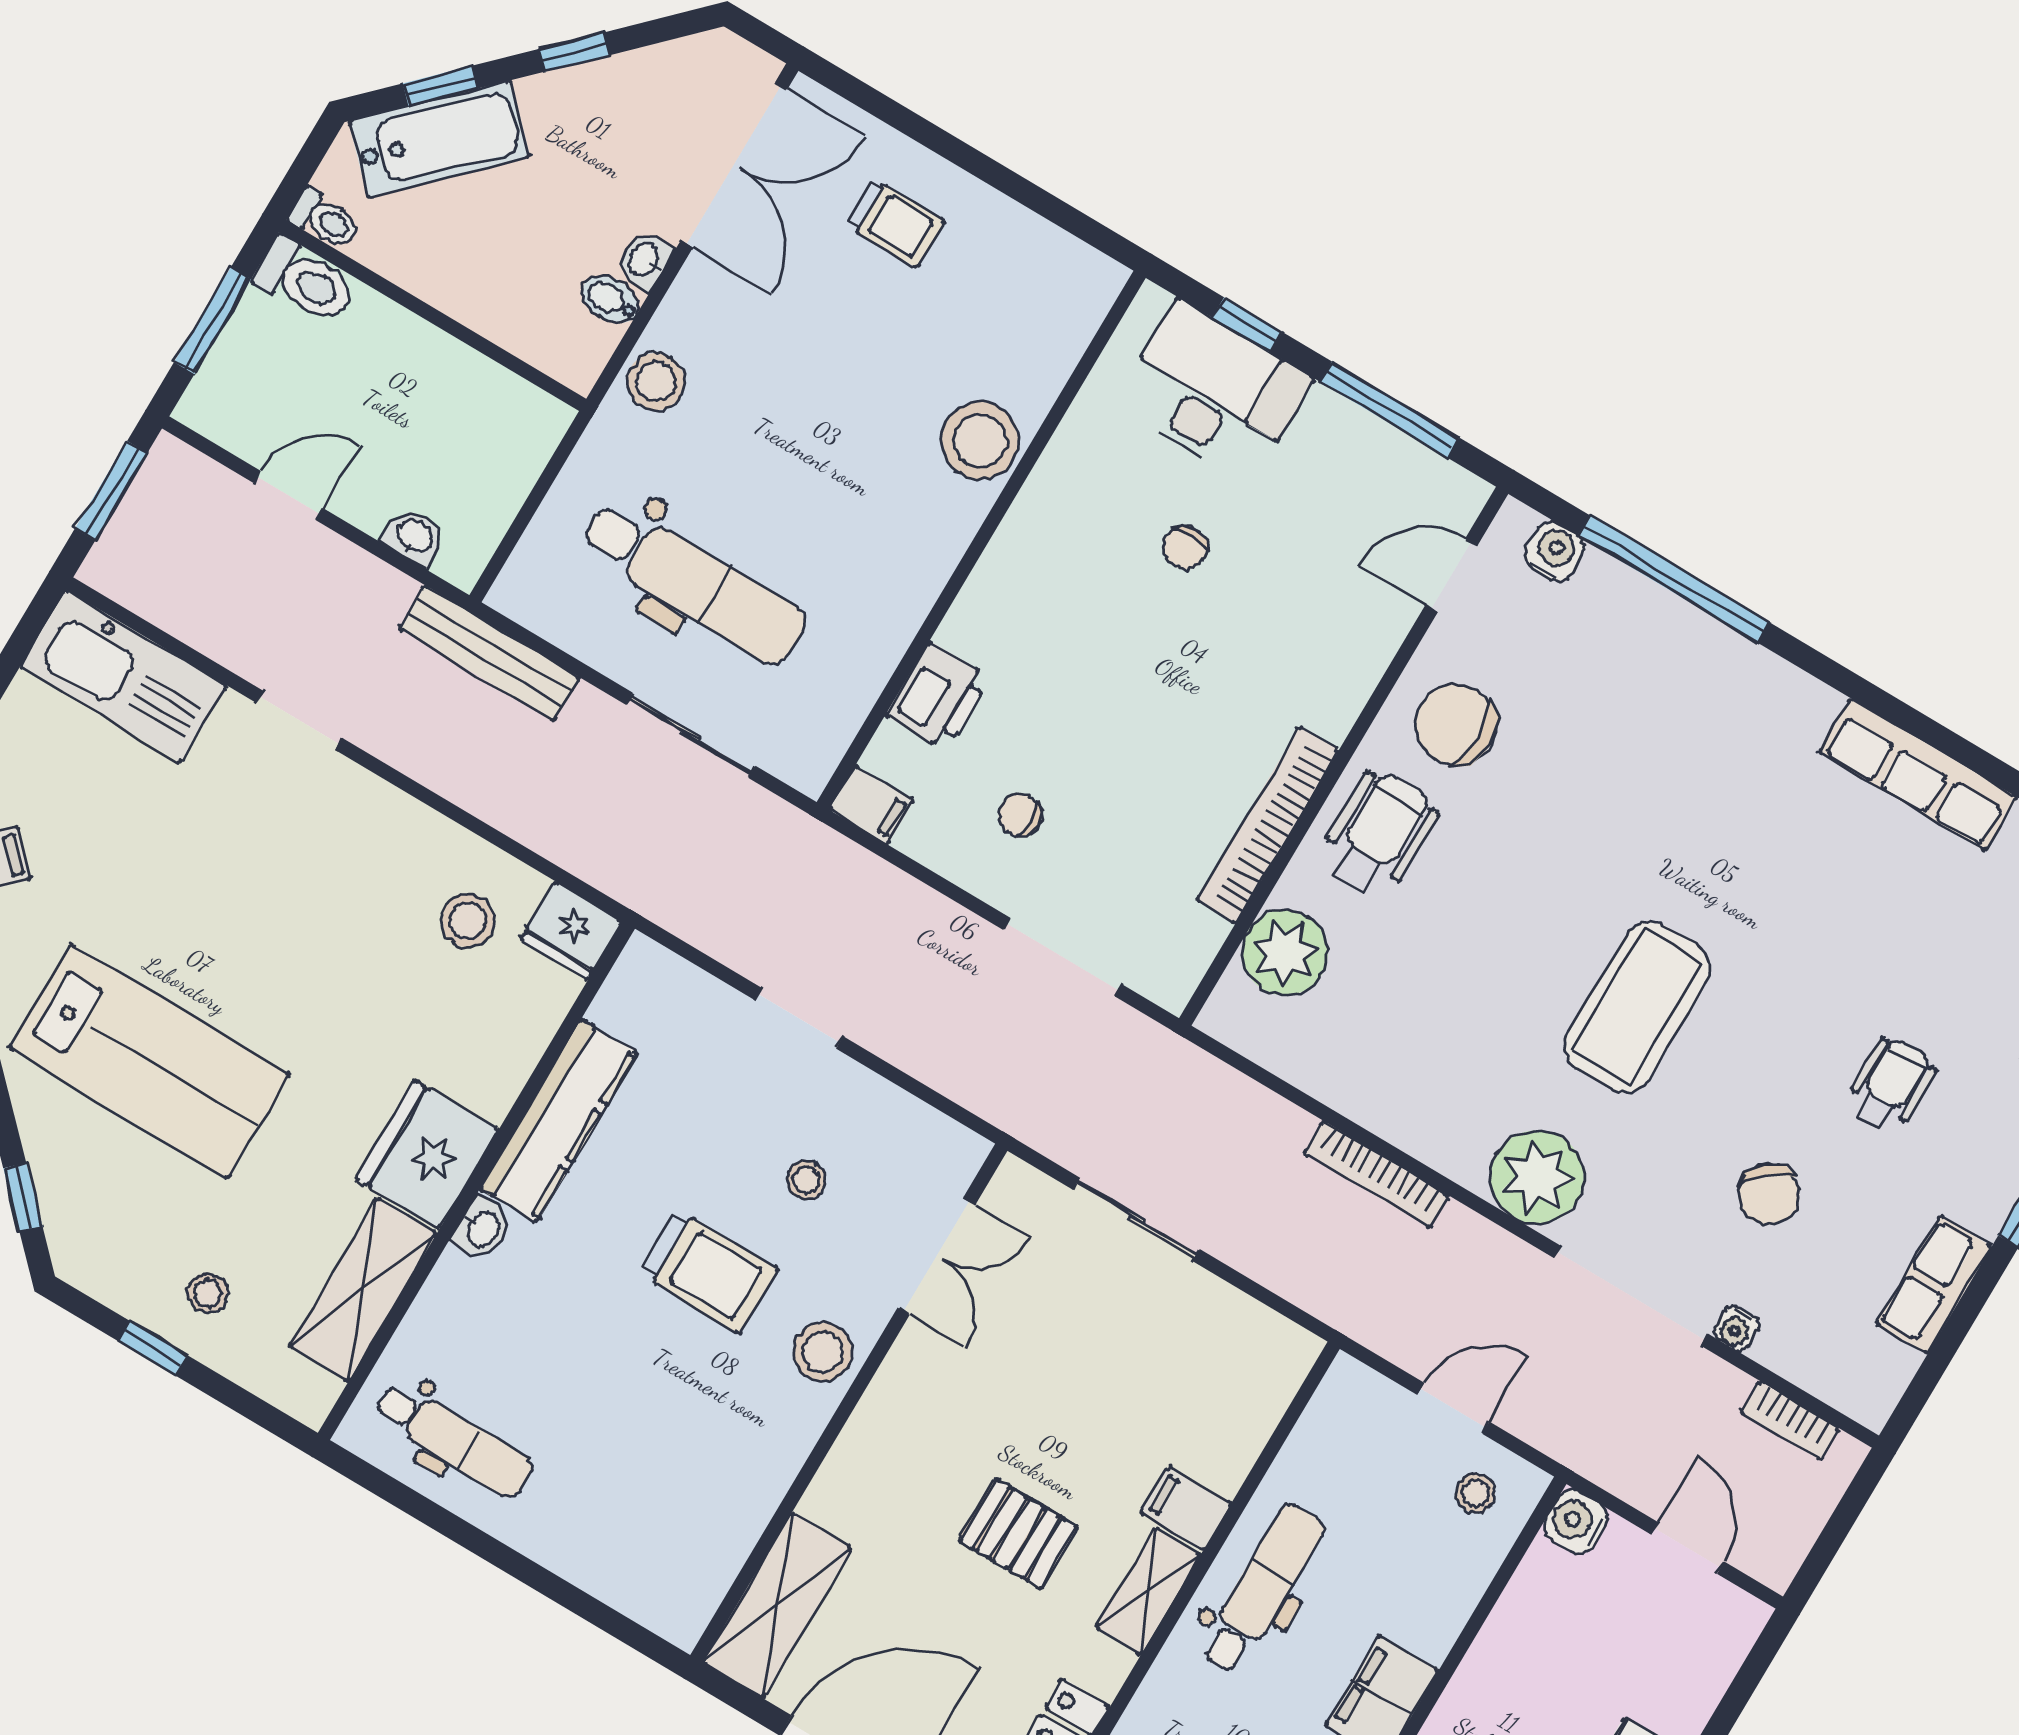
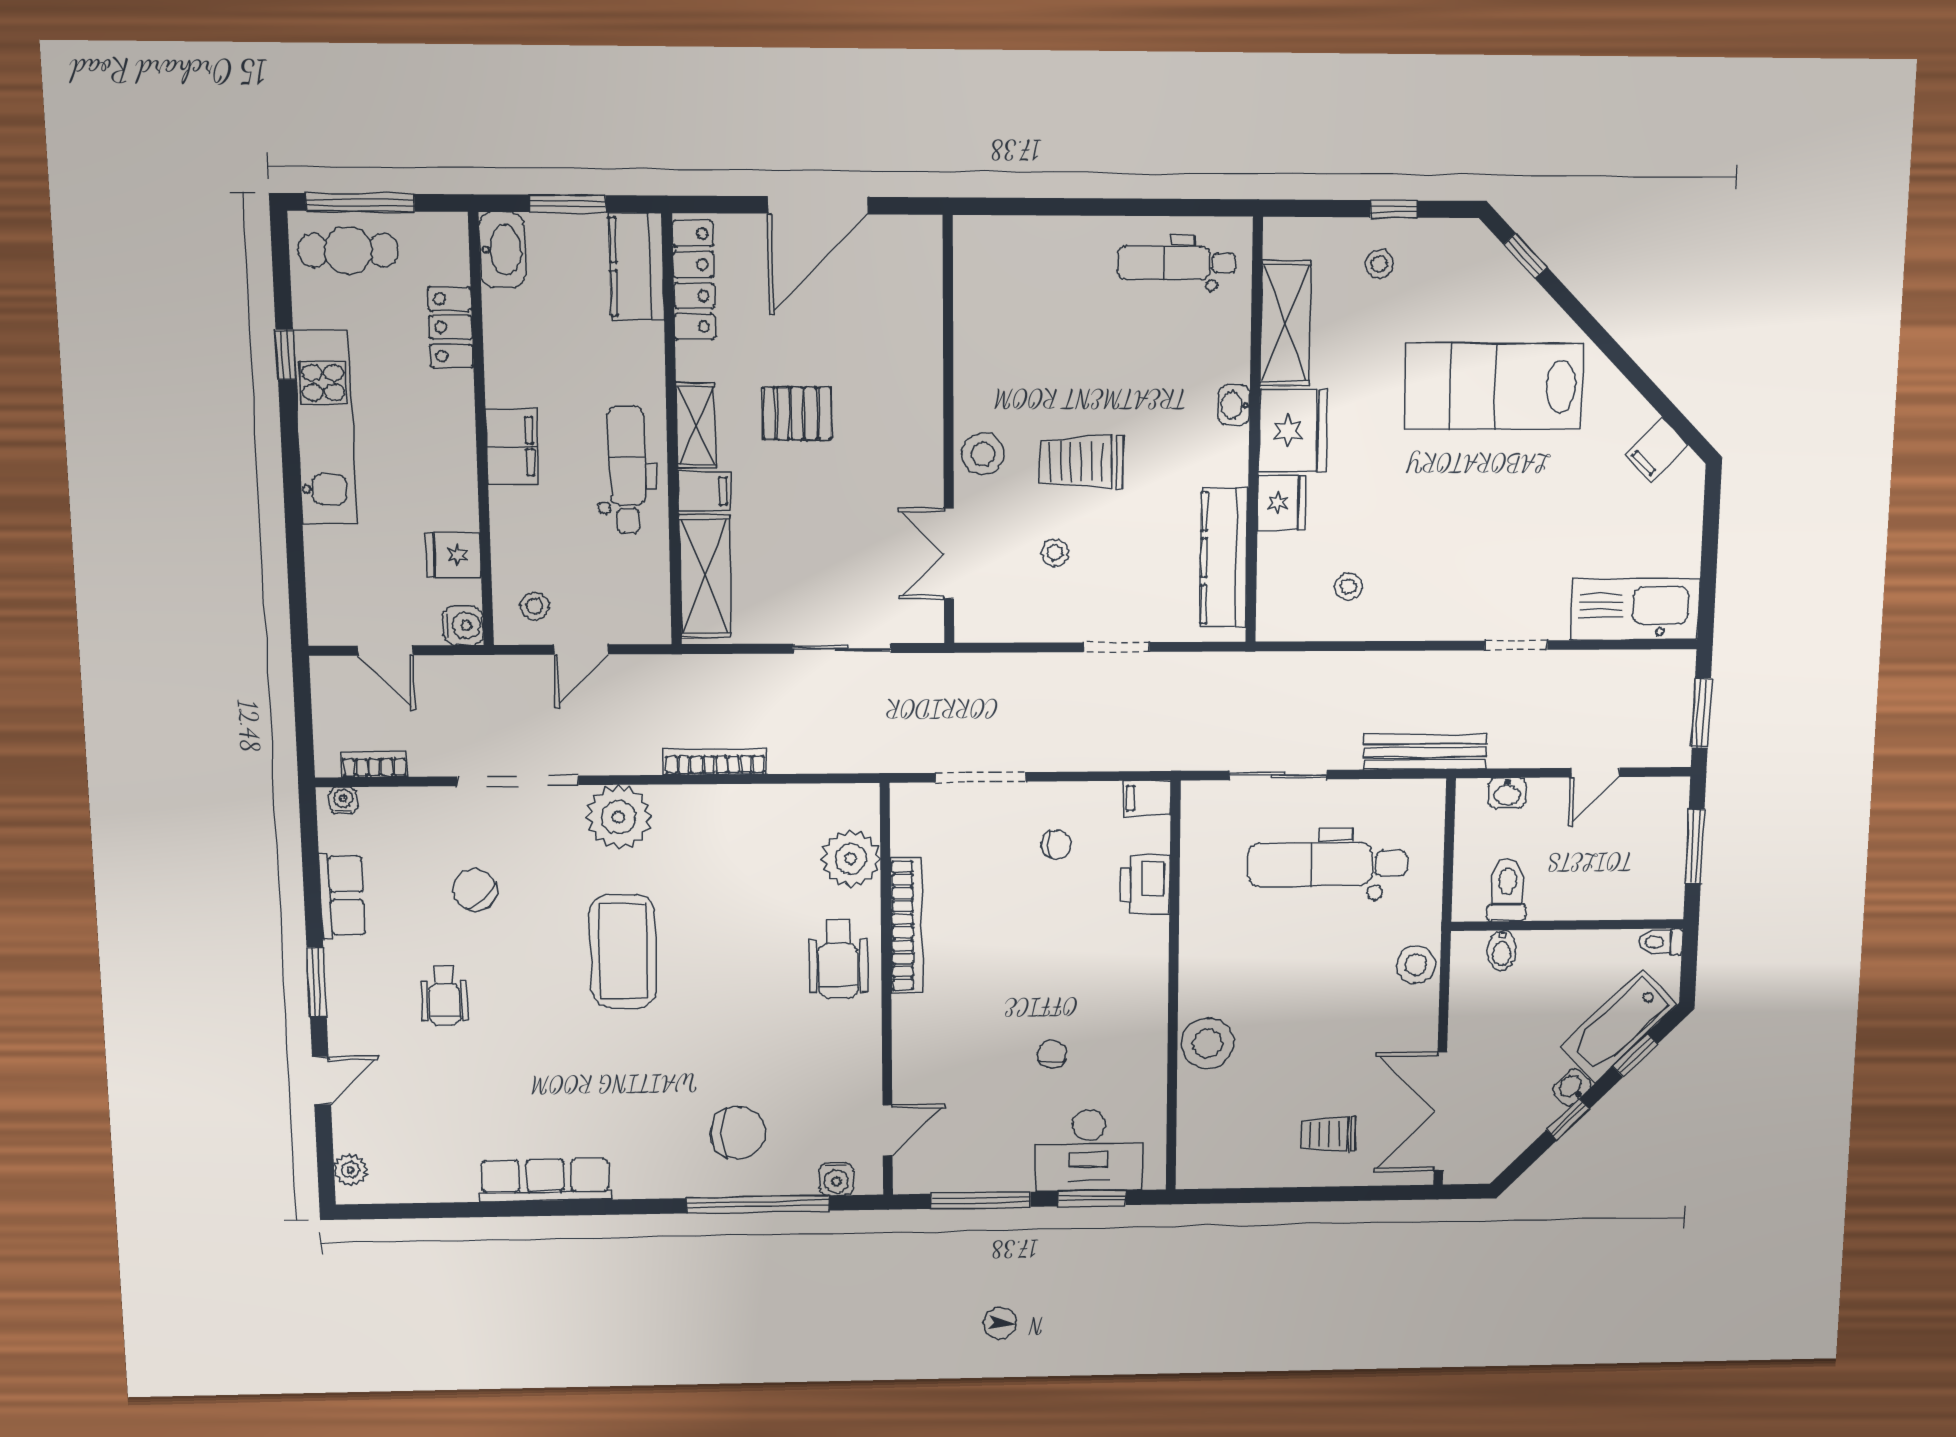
washbasin: (645, 260) -> (1572, 1087), moved, turned -135
toilet: (305, 281) -> (1507, 890), moved, turned 90
bidet: (610, 299) -> (1502, 951), moved, turned 90
window: (1247, 325) -> (1092, 1198), width x1.50
chair: (1456, 725) -> (738, 1133), moved
stool: (468, 921) -> (1348, 587), width x0.73, depth x0.73
fridge: (572, 930) -> (1281, 503), moved, turned 90
kitchen counter: (559, 1121) -> (1224, 558), moved
water cooler: (1736, 1328) -> (343, 800), moved
dental chair: (1263, 1588) -> (627, 470), turned 180
shelving: (777, 1605) -> (705, 576), moved
fridge: (1534, 1612) -> (453, 555), added

